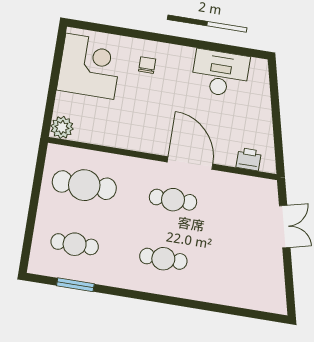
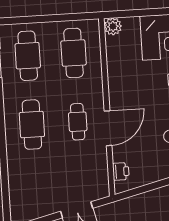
cafe table: (75, 244) -> (28, 56), width x1.37, depth x1.35
cafe table: (163, 259) -> (32, 125), width x1.37, depth x1.35

